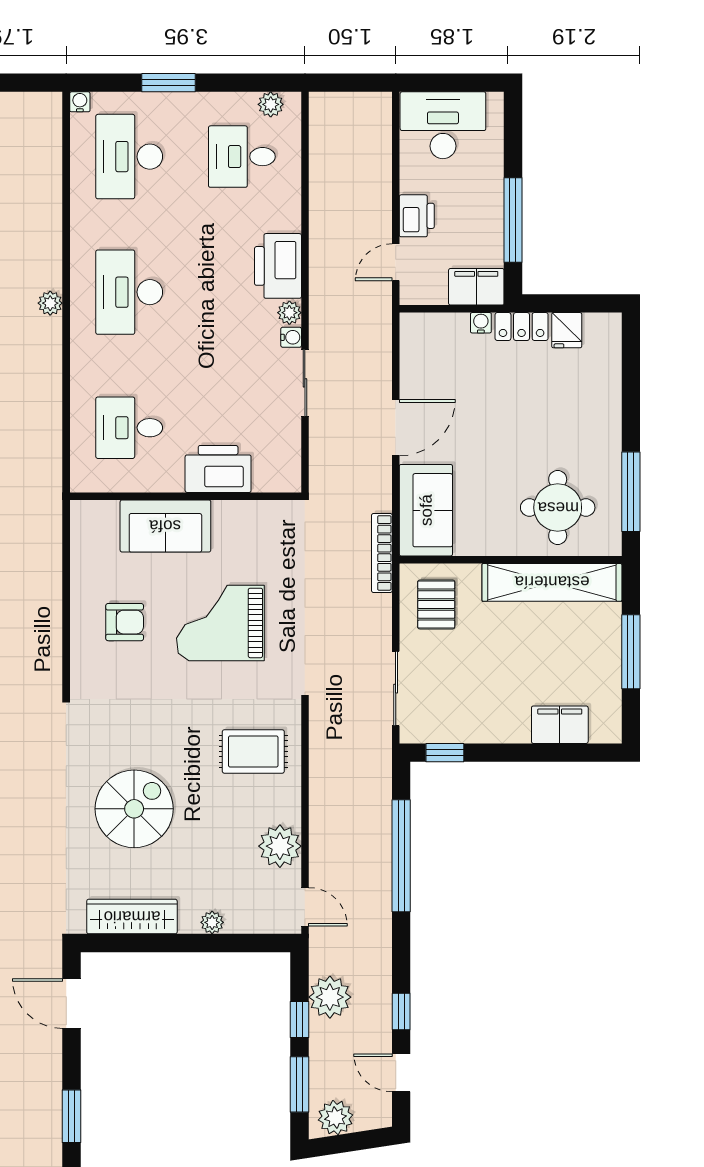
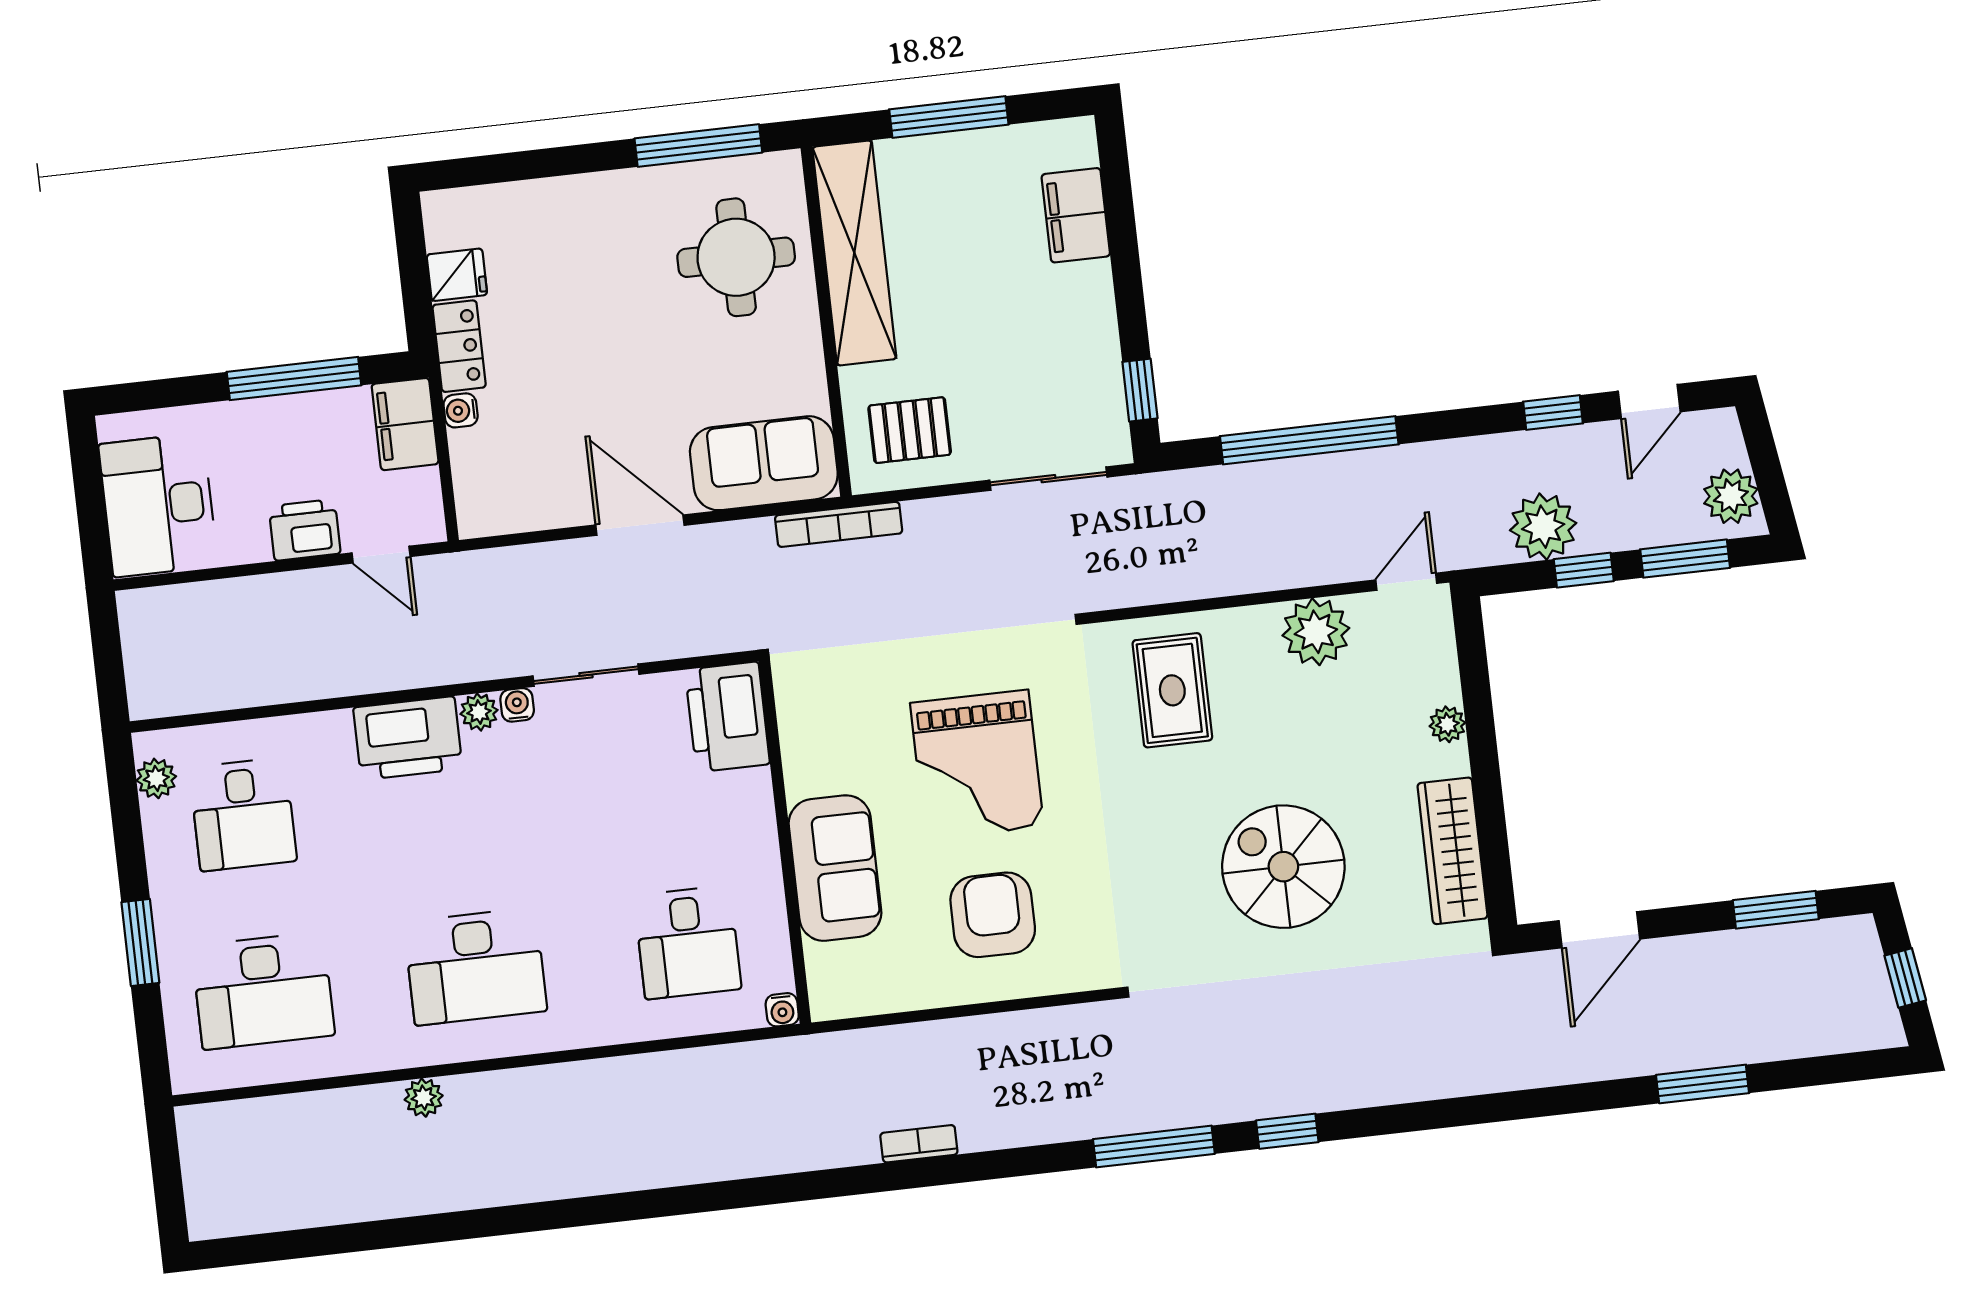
water cooler: (80, 102) -> (782, 1010), moved, turned -90
plant: (50, 303) -> (424, 1098), moved
printer: (218, 469) -> (727, 717), moved
armchair: (125, 622) -> (993, 915), width x1.38, depth x1.38

